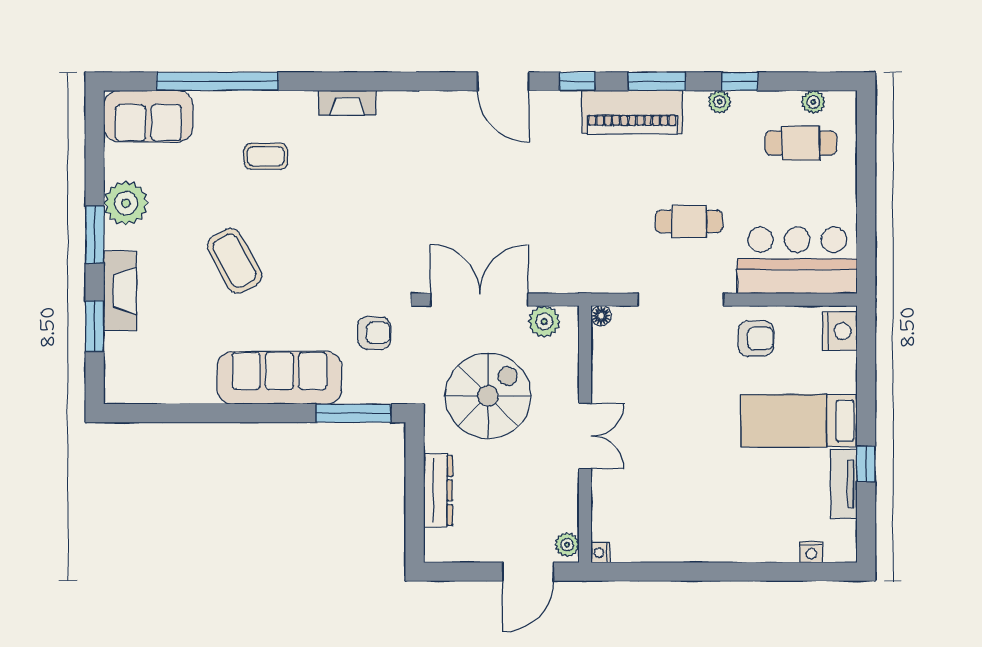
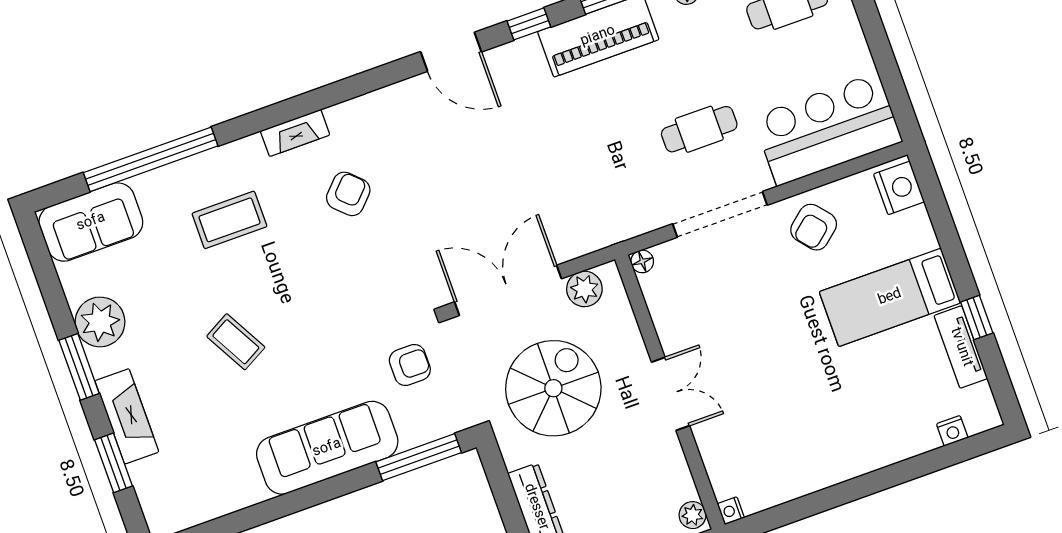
coffee table: (266, 156) -> (229, 220), width x1.36, depth x1.30
armchair: (374, 170) -> (348, 194), added
coffee table: (234, 261) -> (236, 342), width x0.73, depth x0.77
armchair: (756, 339) -> (814, 227), turned 140

